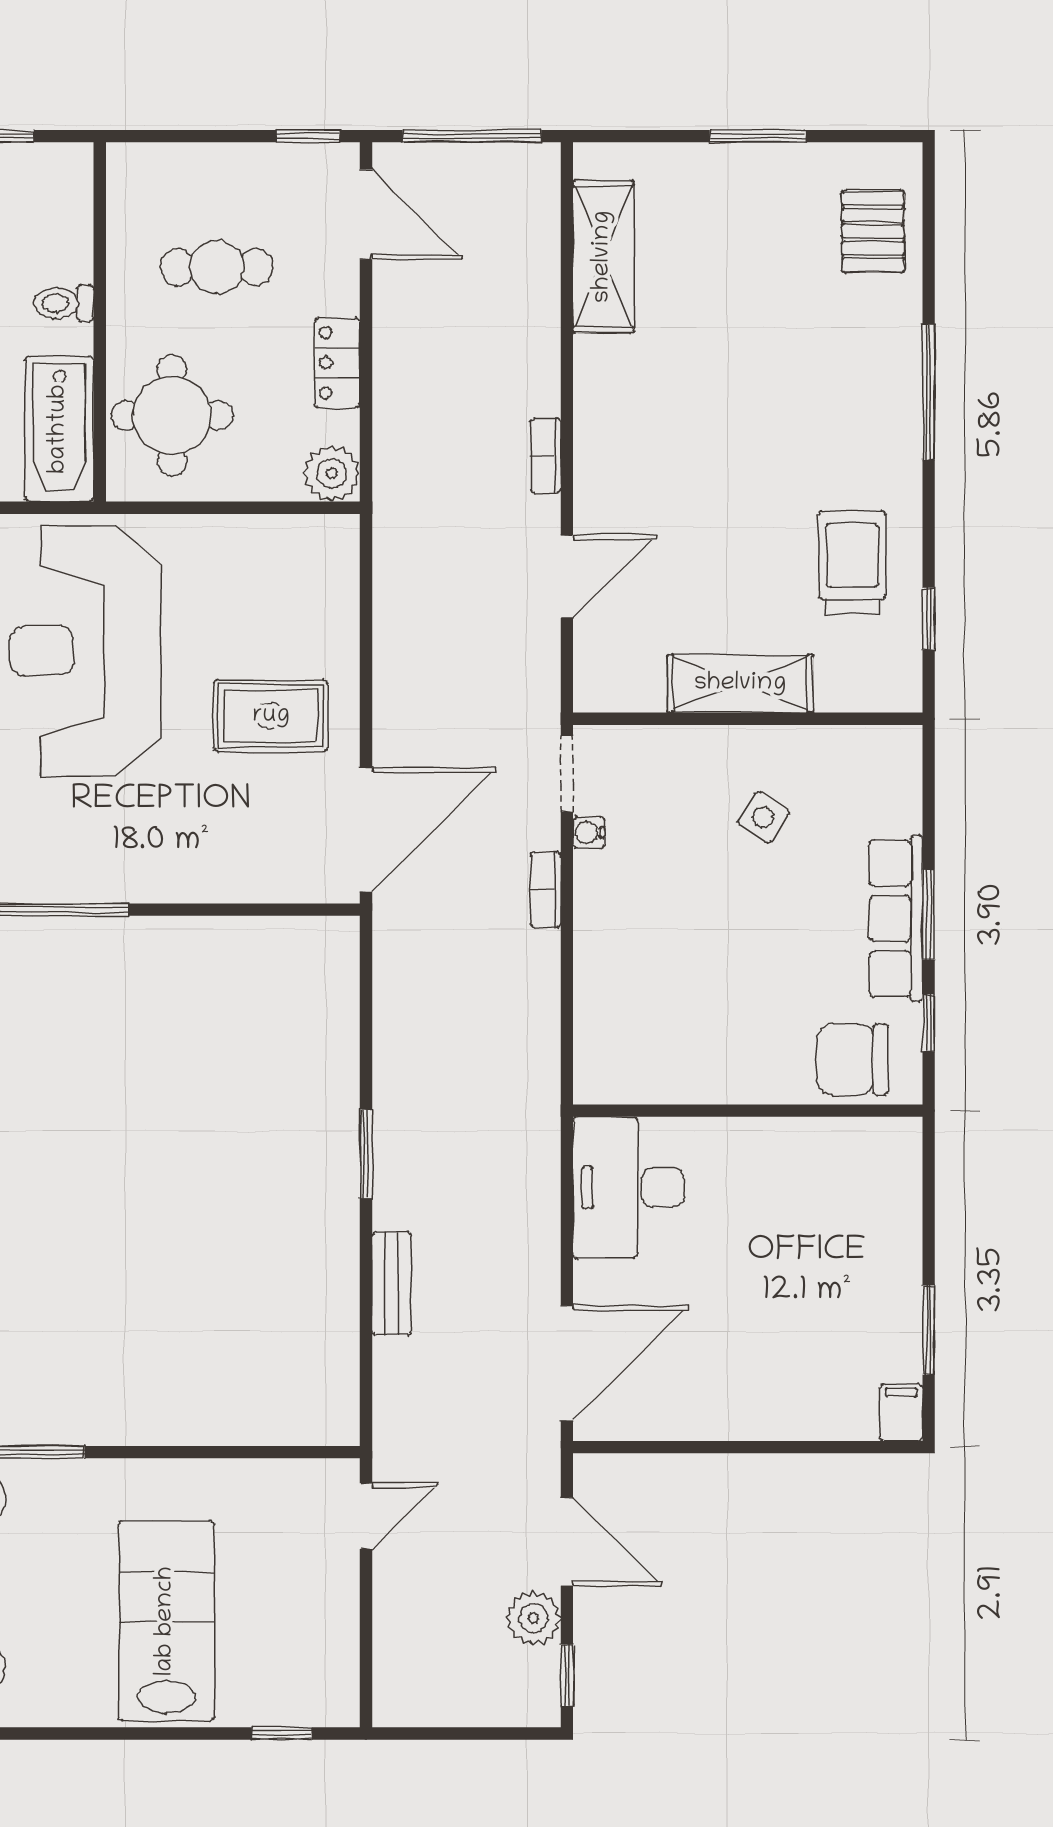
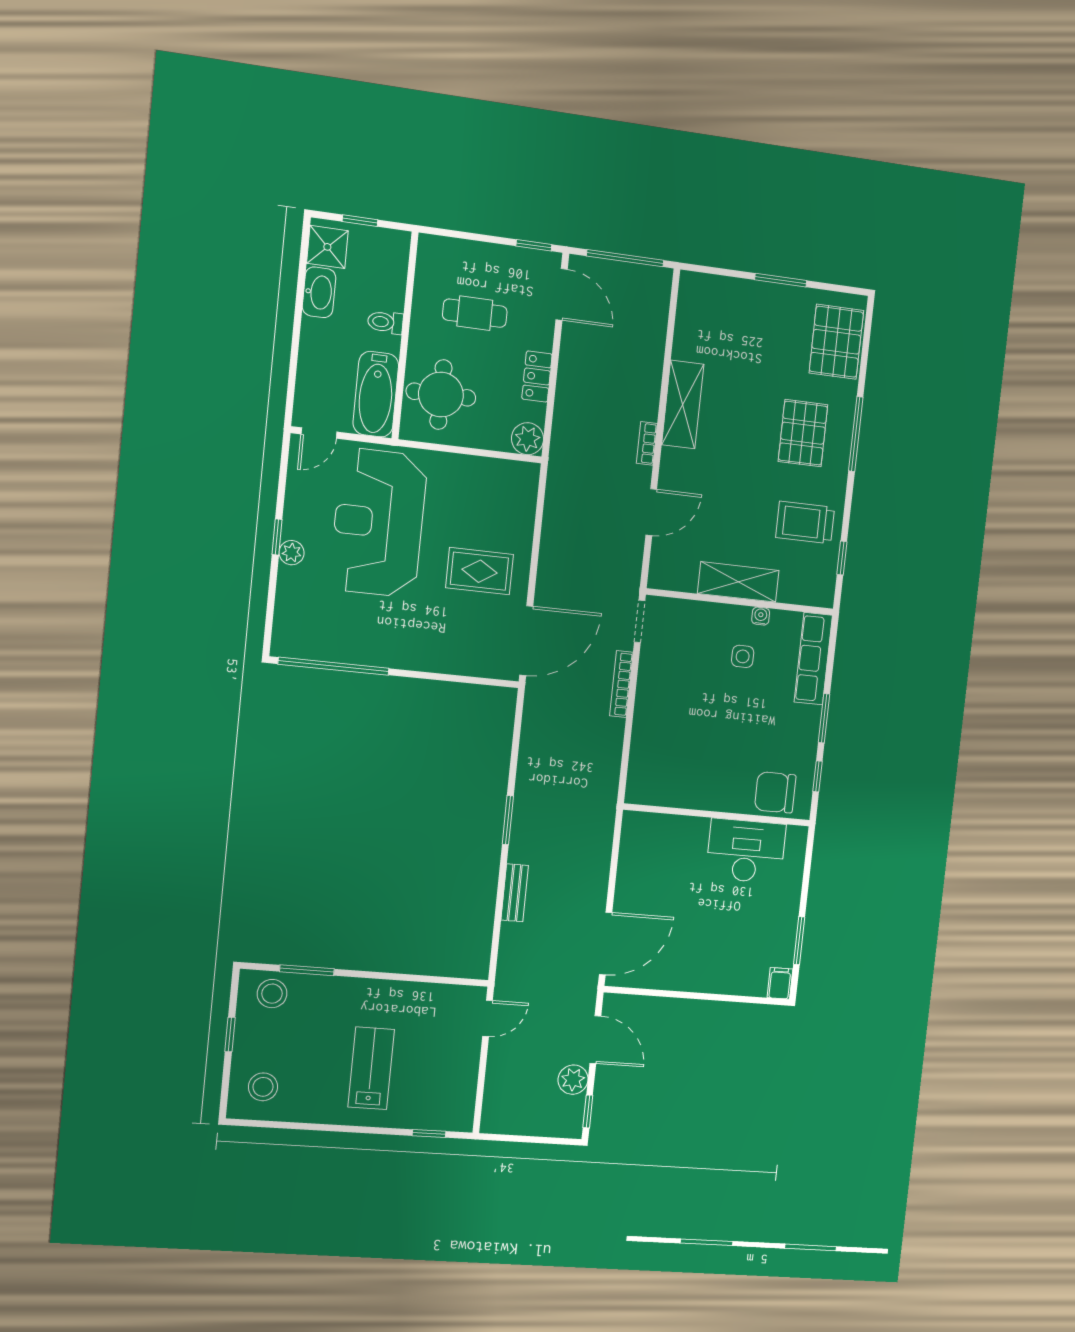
pallet: (873, 232) -> (836, 342), width x1.50, depth x1.42
shelving: (603, 257) -> (683, 404), moved
pallet: (830, 403) -> (803, 433), added
trolley: (852, 563) -> (805, 523), turned -90
side table: (763, 817) -> (743, 656), turned -33
water cooler: (589, 833) -> (761, 616), moved, turned 90
bookcase: (546, 890) -> (621, 684), width x1.56
row of seats: (896, 918) -> (813, 659), moved
desk: (629, 1187) -> (746, 851), moved, turned 90
lab bench: (166, 1621) -> (371, 1068), width x0.73, depth x0.72

